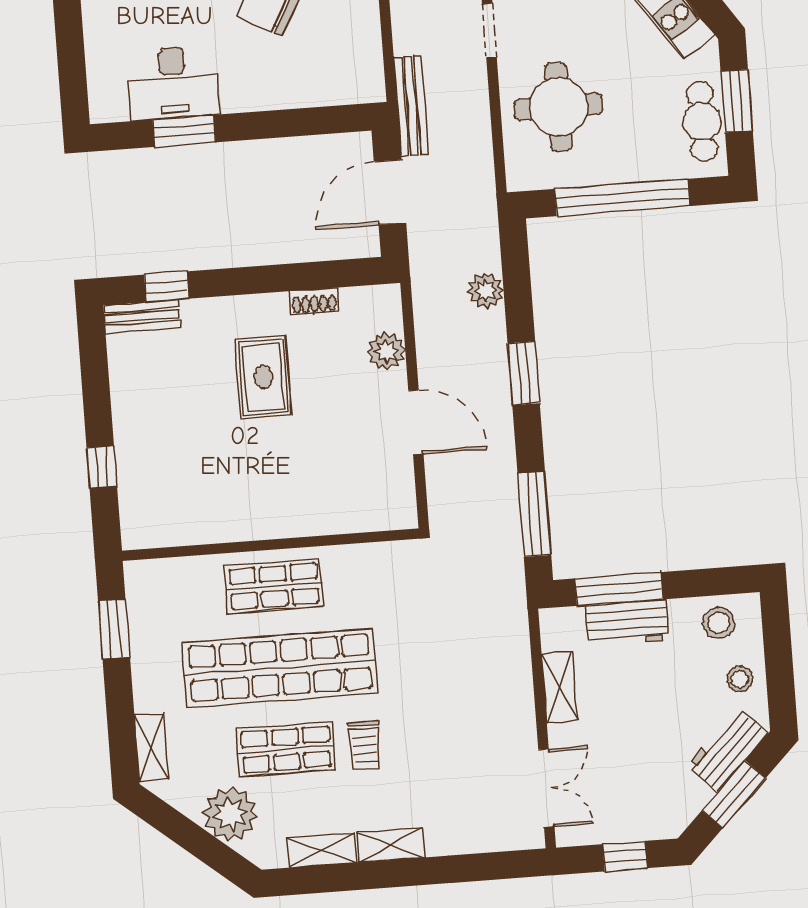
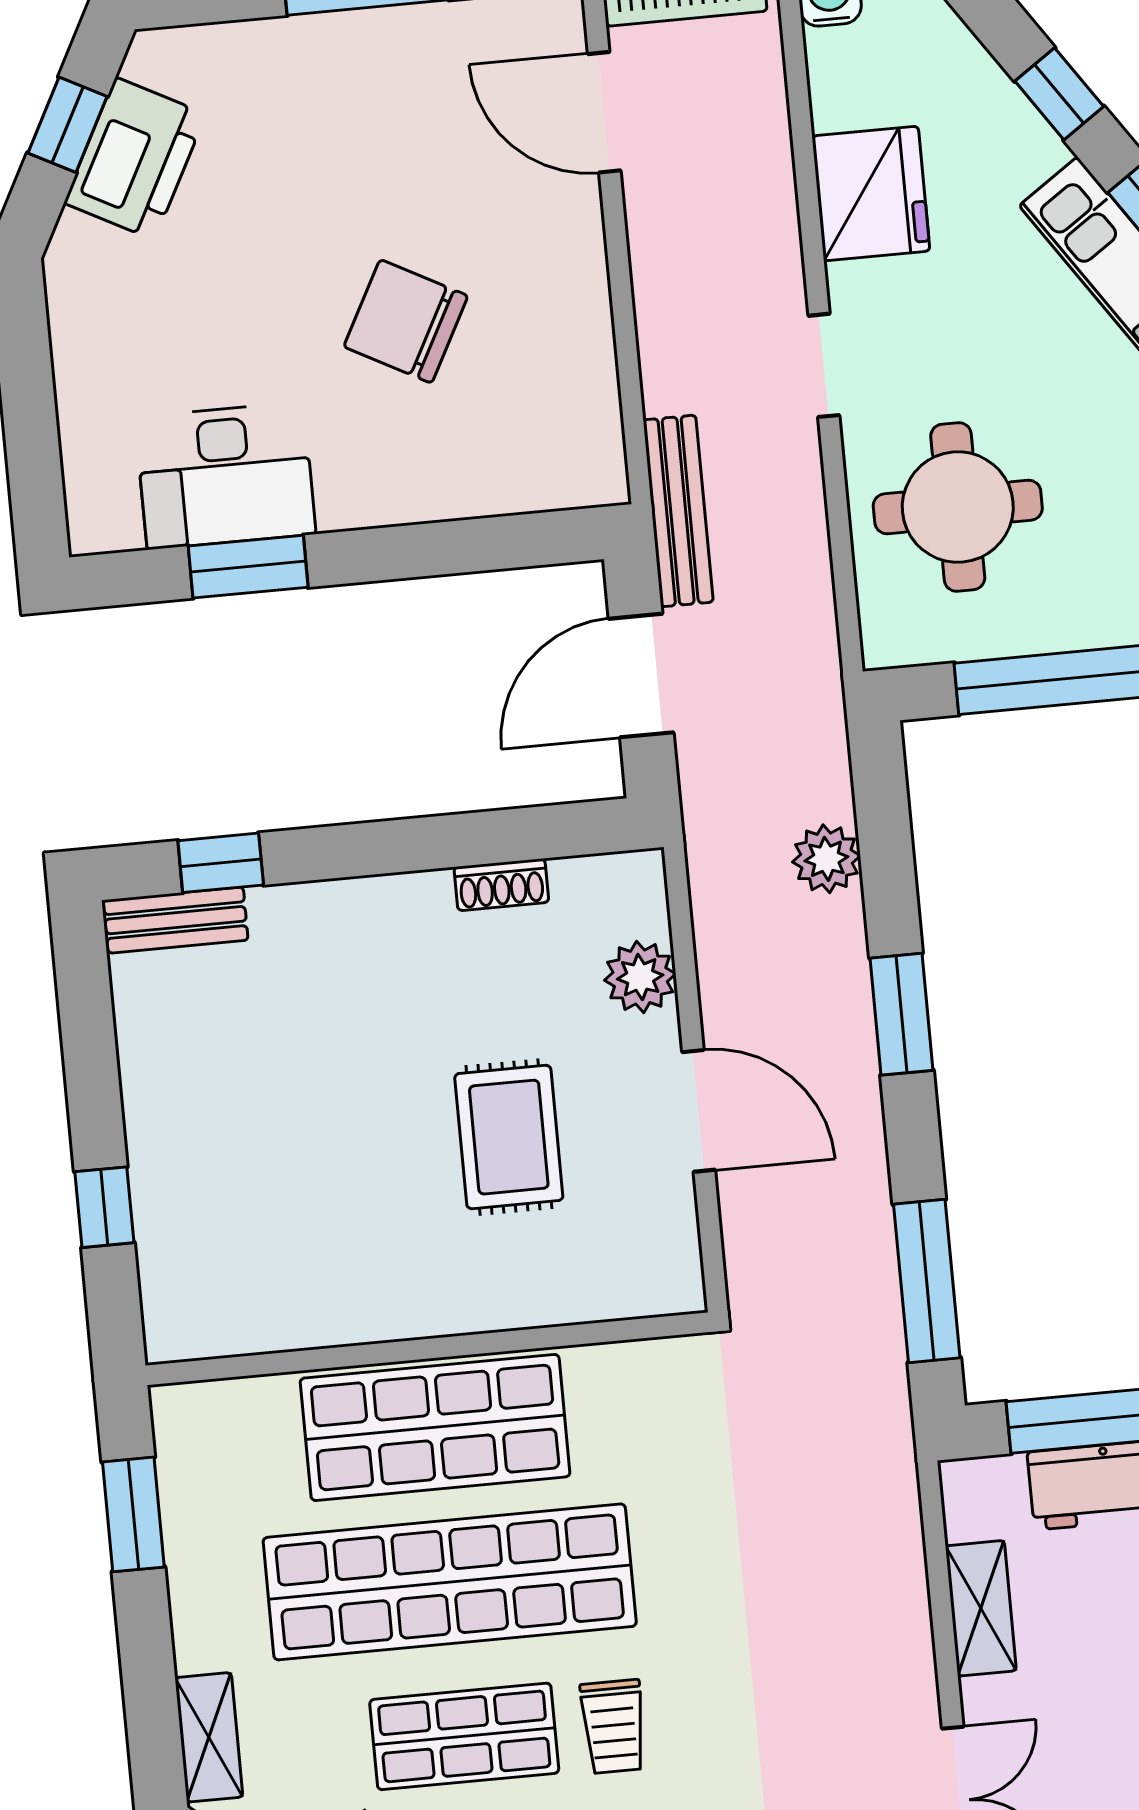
rug: (263, 377) -> (509, 1137), moved
shop shelf: (274, 586) -> (435, 1427), width x1.43, depth x1.36

